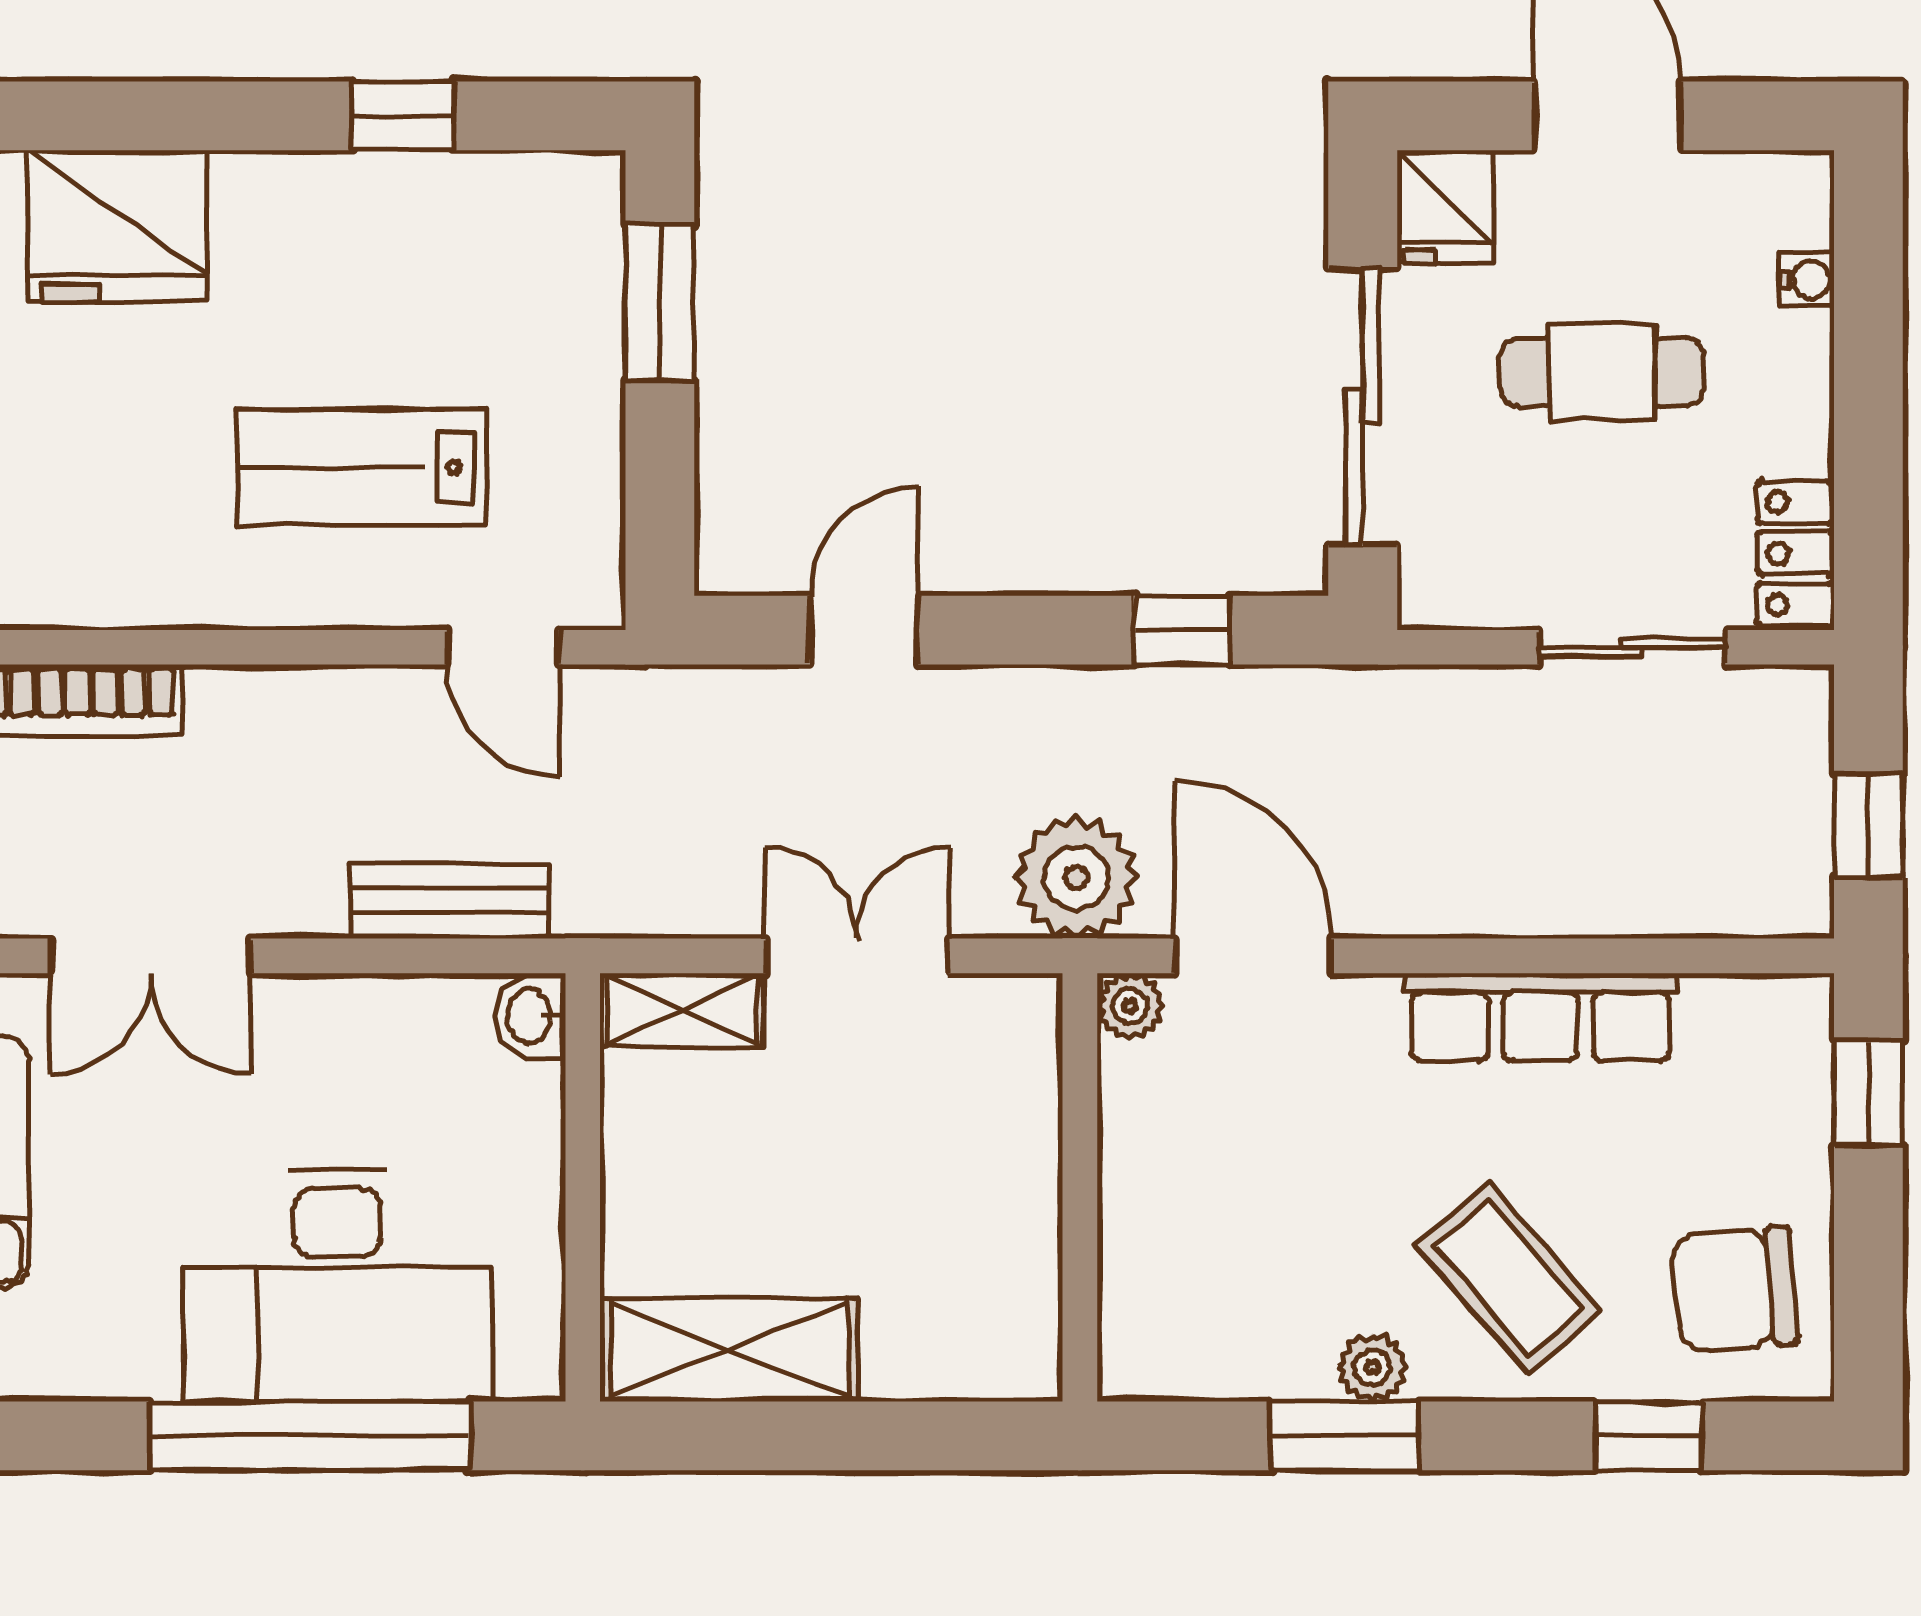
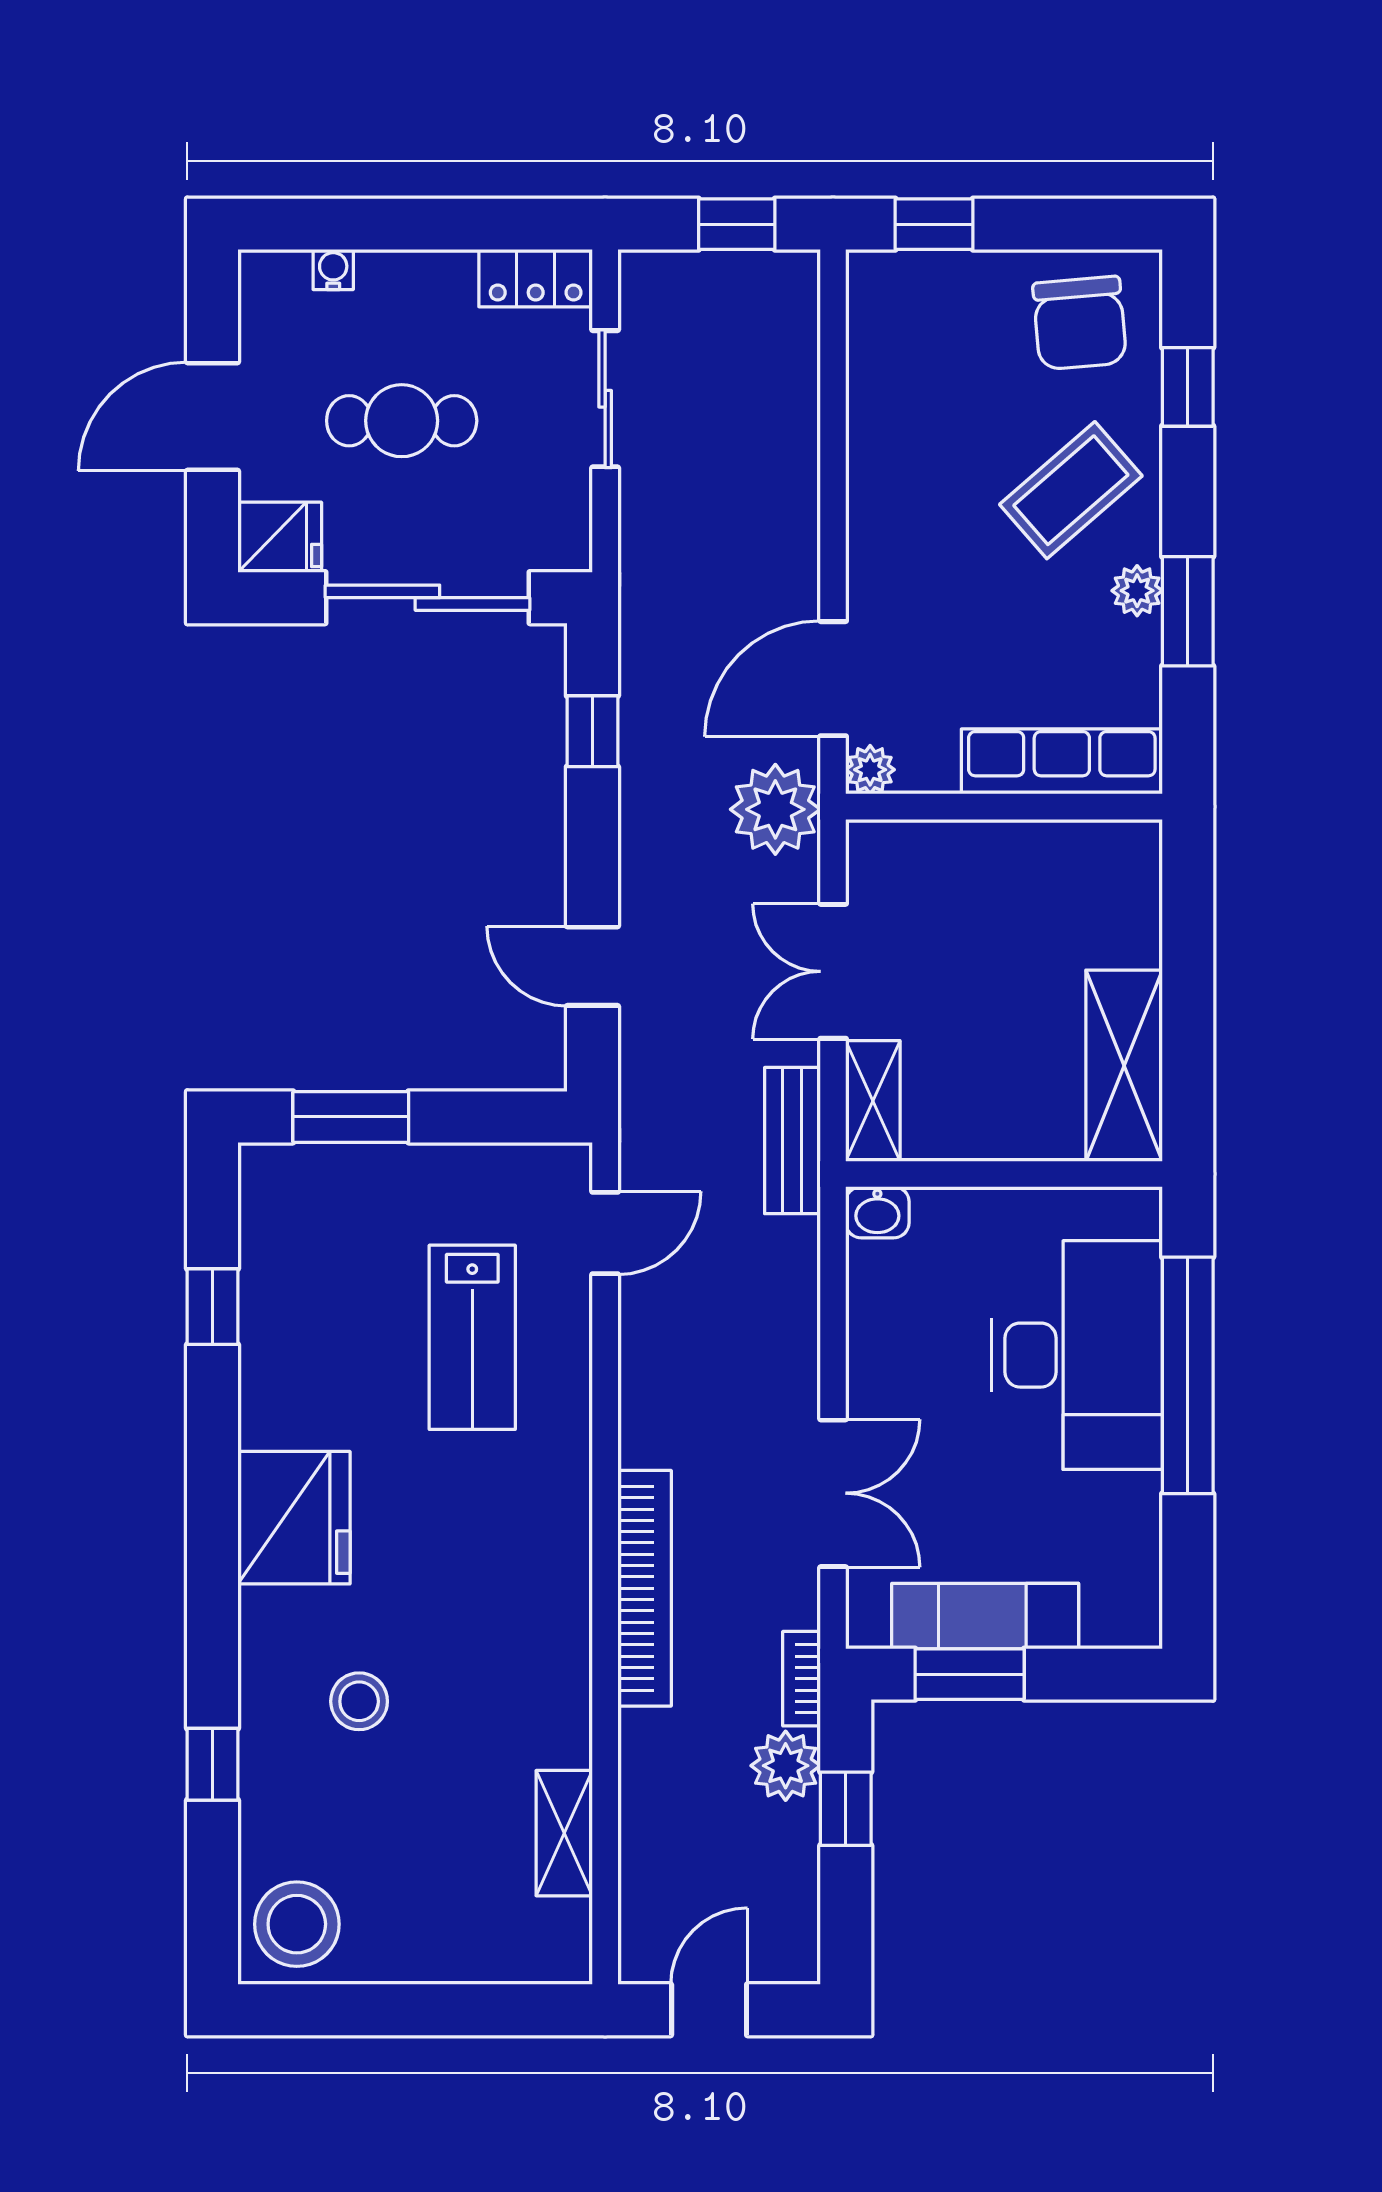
cafe table: (1602, 372) -> (402, 421), turned 90
bench: (449, 901) -> (792, 1141), moved
row of seats: (1540, 1017) -> (1062, 761), moved, turned -90

